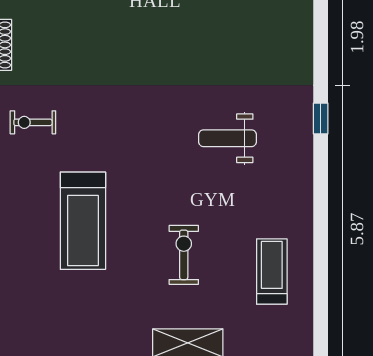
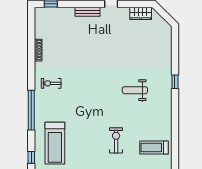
treadmill: (83, 221) -> (55, 143), moved
treadmill: (272, 271) -> (154, 148), turned -90

